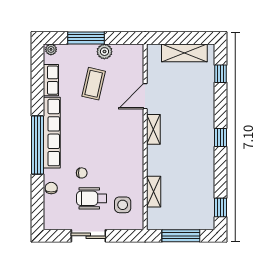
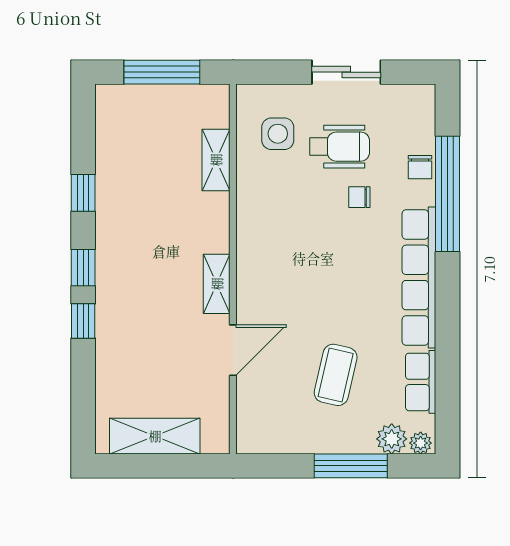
plant: (104, 52) -> (392, 439), moved
window: (220, 74) -> (83, 321), moved
window: (37, 145) -> (448, 194), moved
window: (220, 208) -> (83, 193), moved

